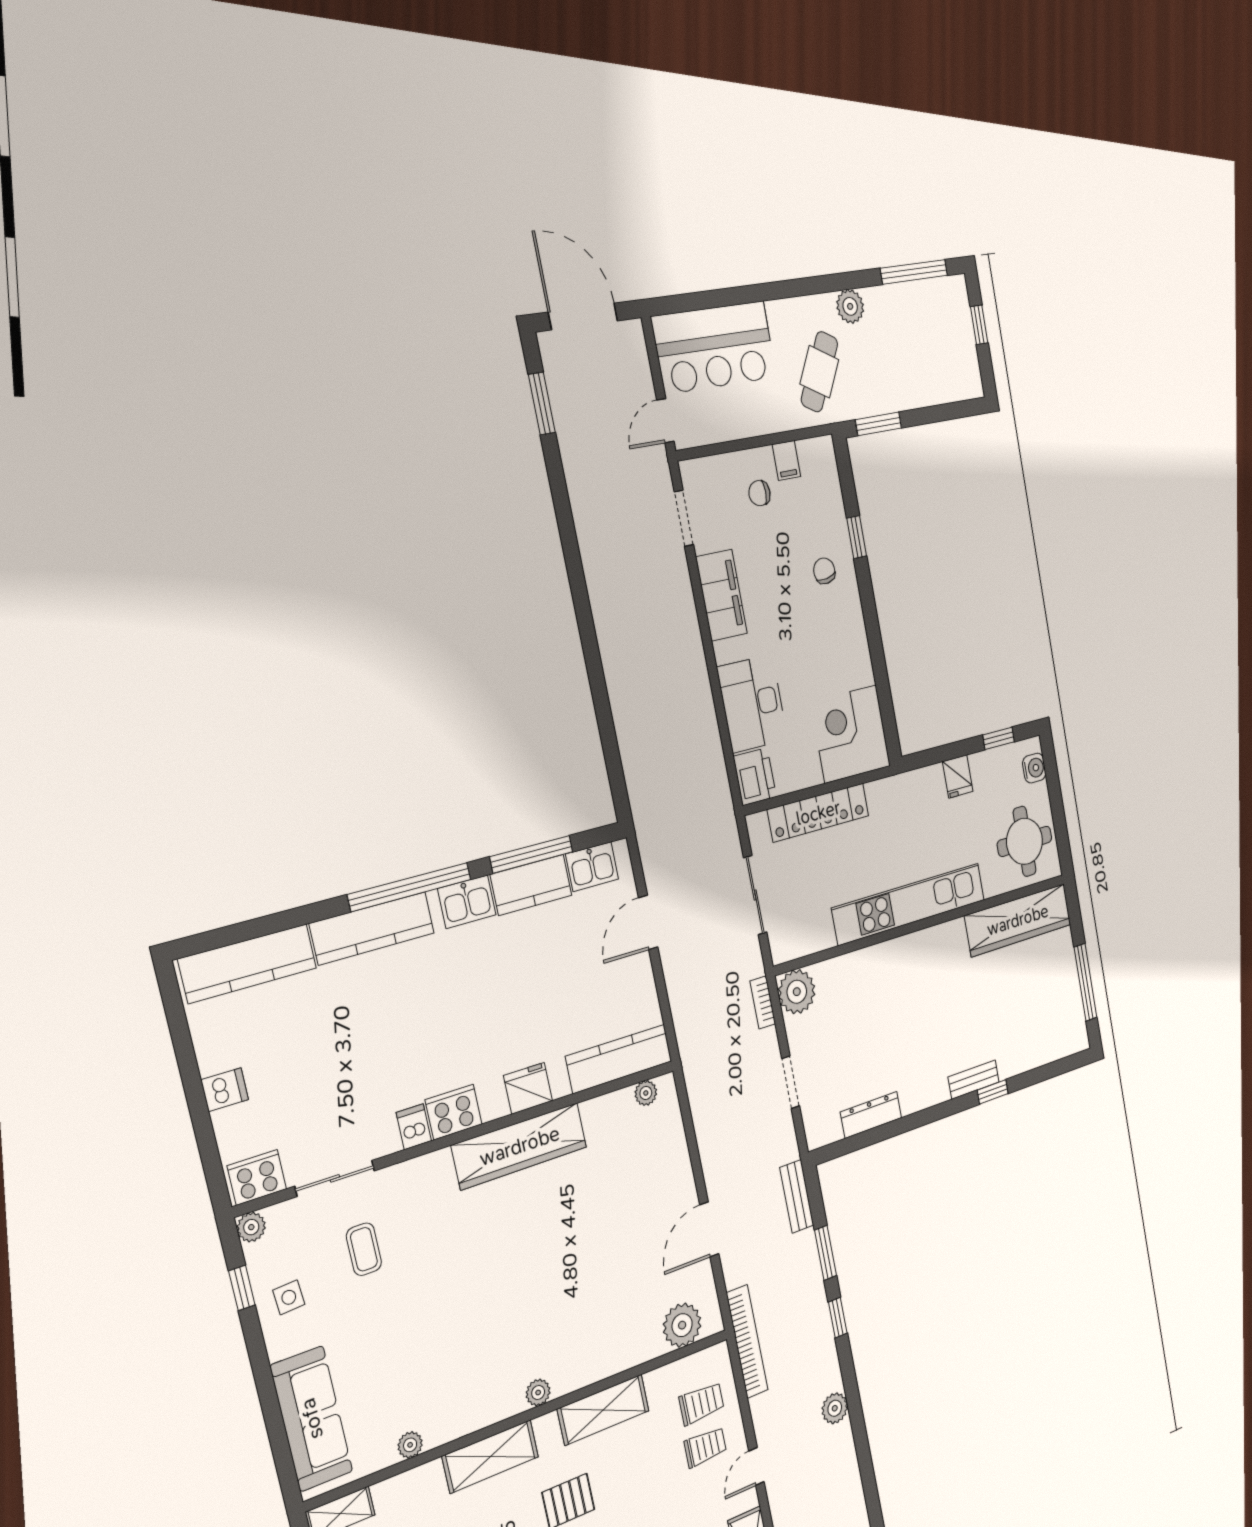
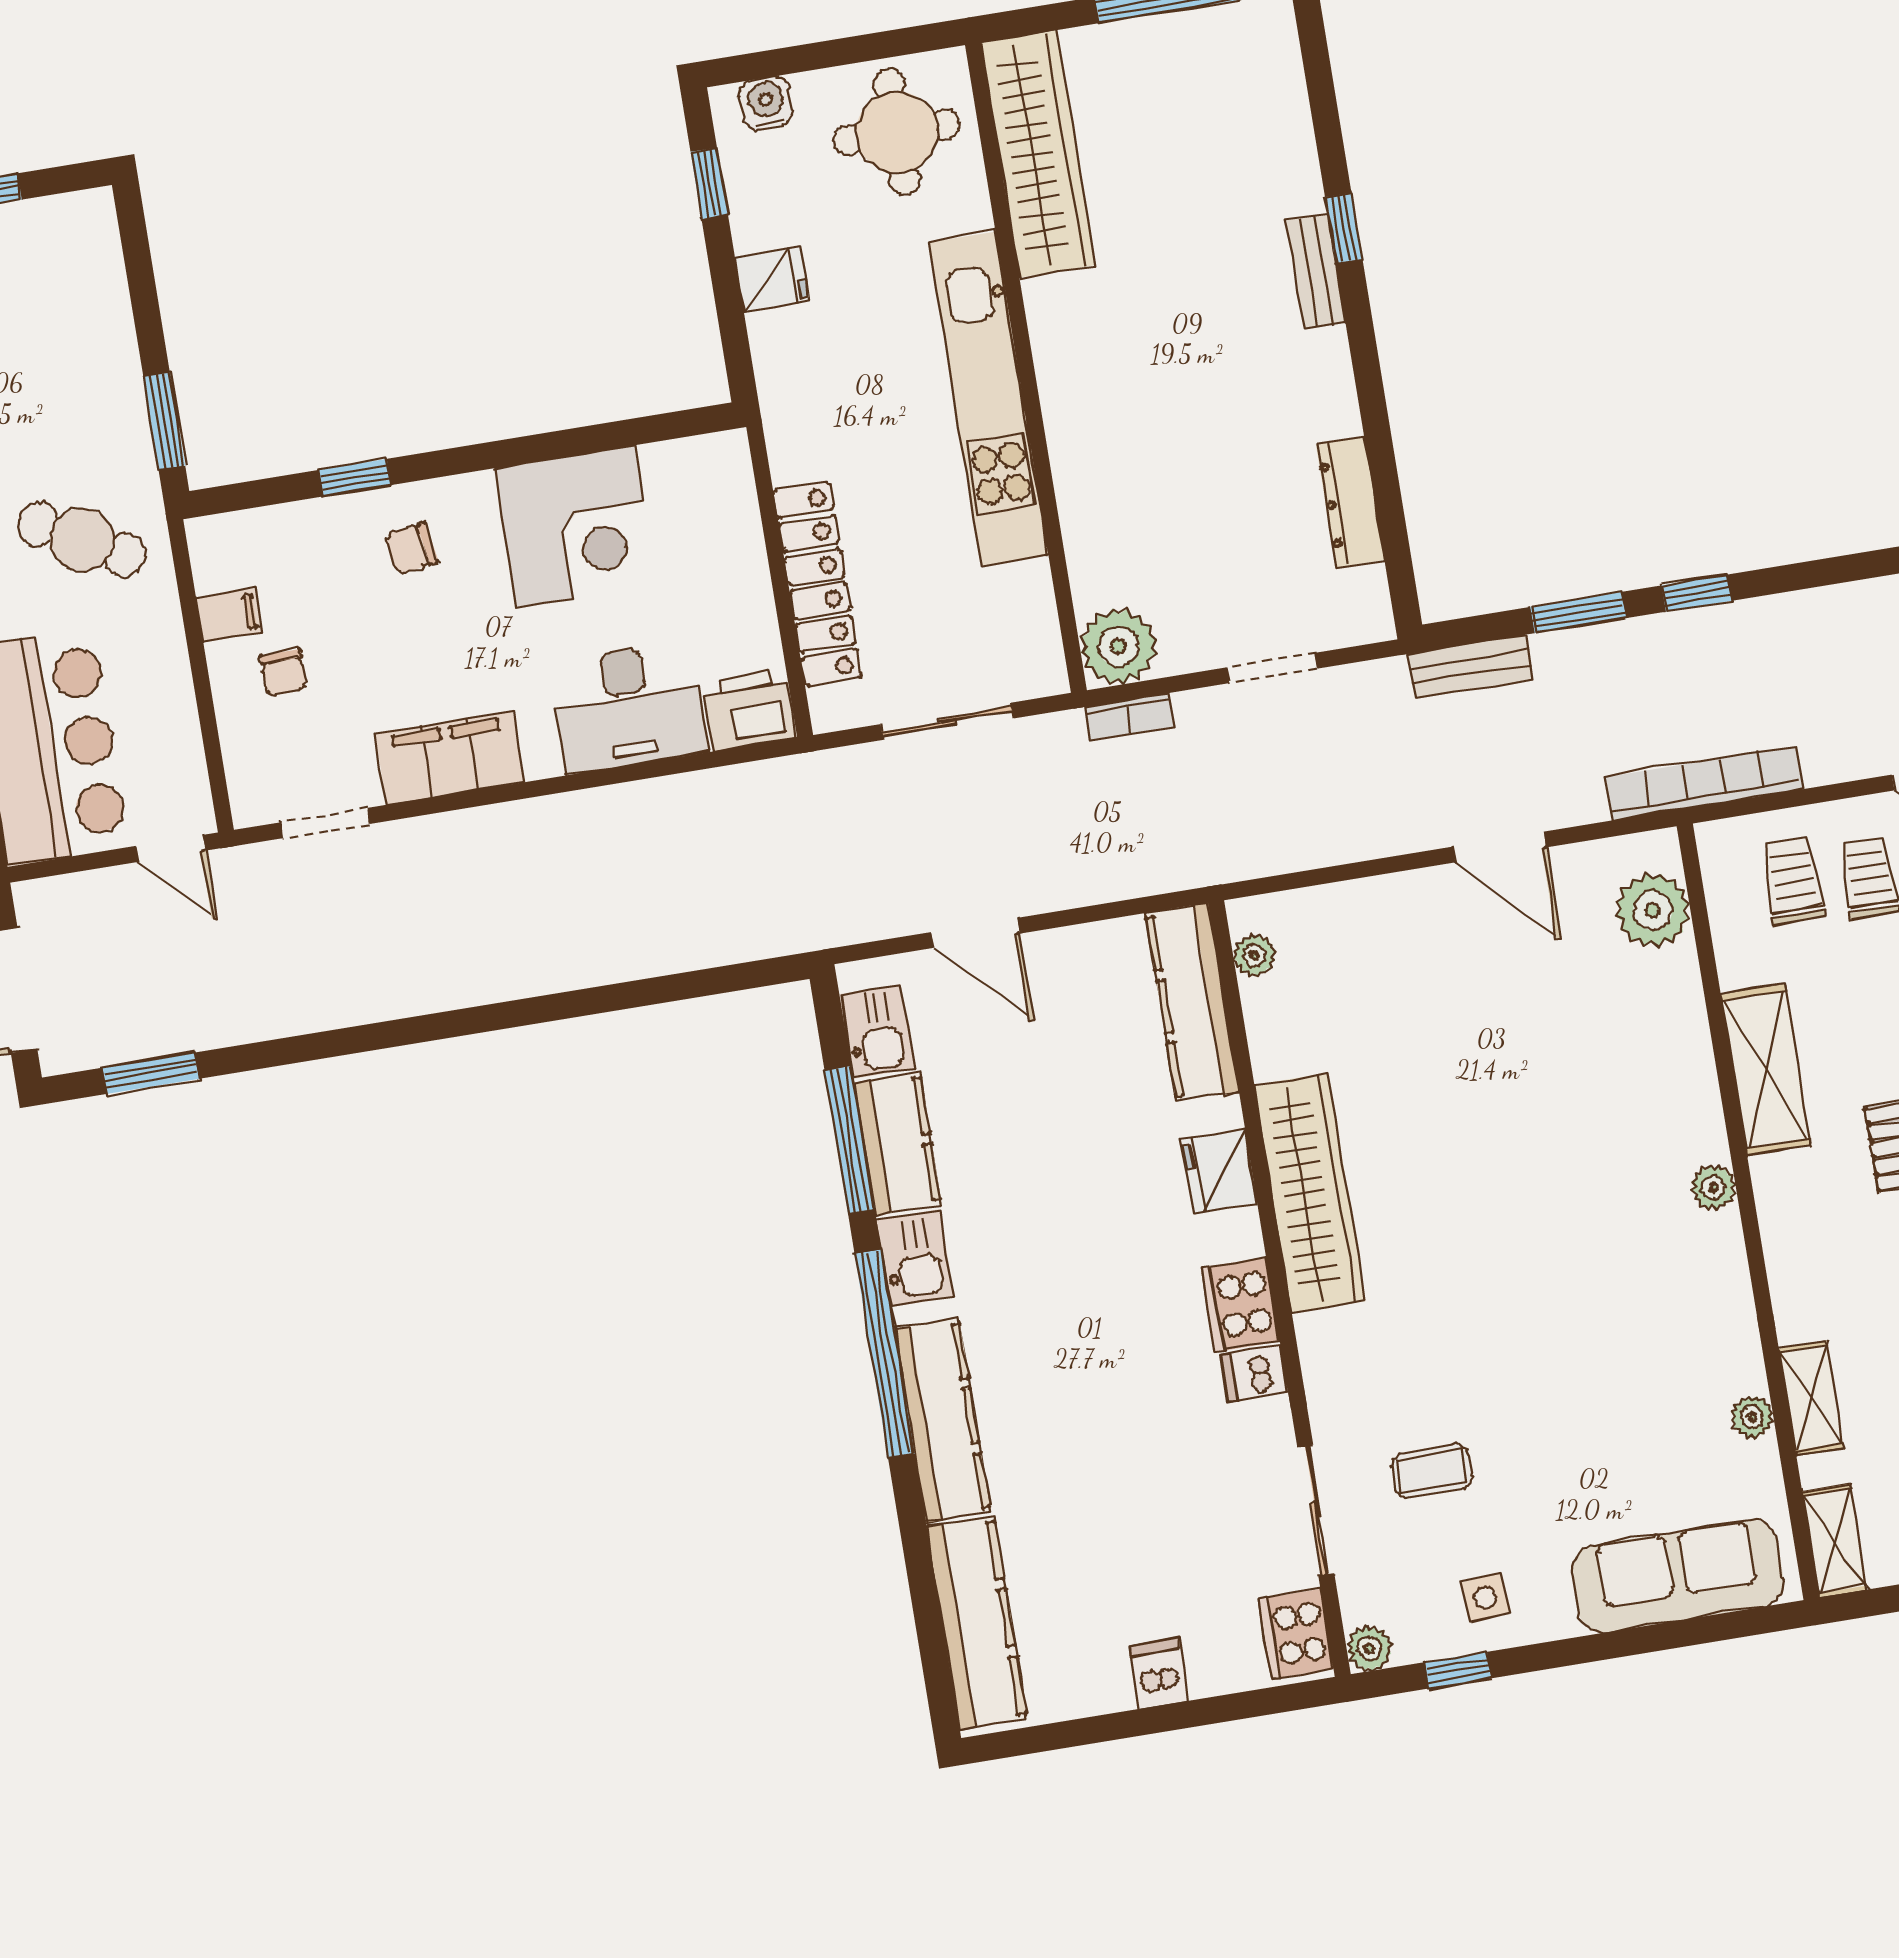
corner desk: (851, 734) -> (576, 527), moved, turned -90
plant: (835, 1408) -> (1856, 609), removed
shelving: (491, 1456) -> (1811, 1398), moved, width x0.67, depth x0.75

